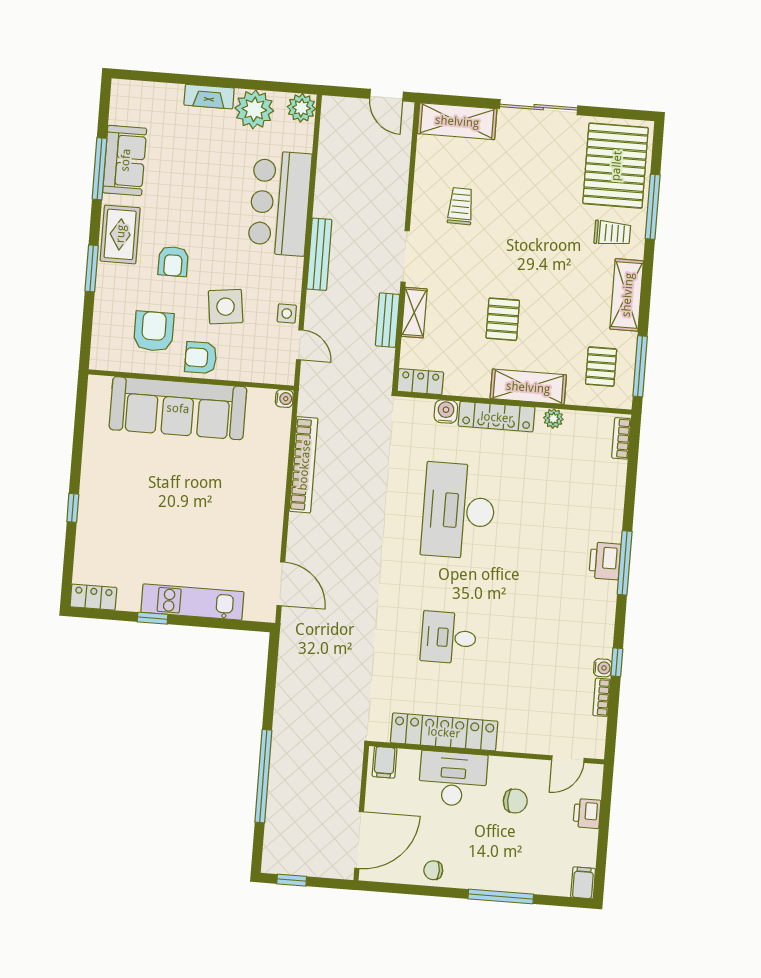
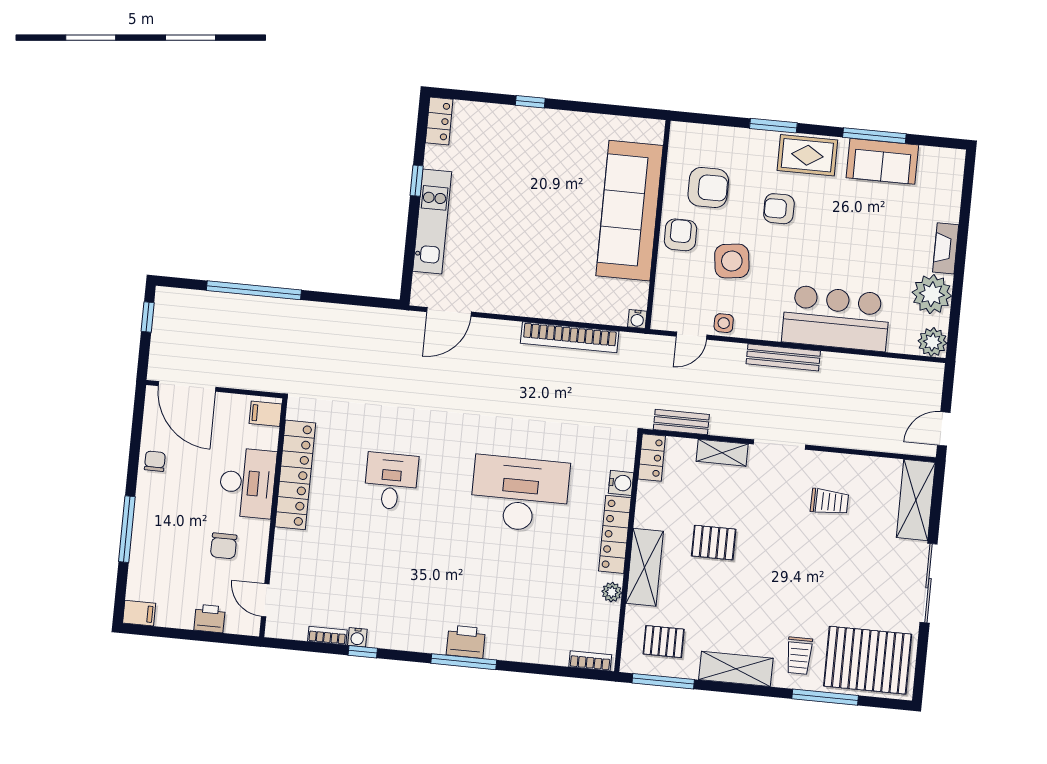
bench: (387, 320) -> (681, 422), moved

